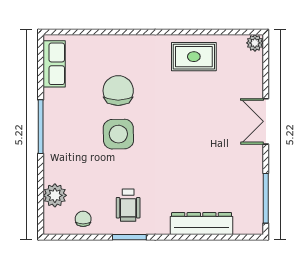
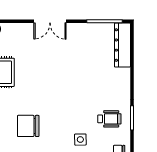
side table: (118, 134) -> (80, 140), moved, width x0.54, depth x0.54
dresser: (202, 224) -> (122, 45), moved

